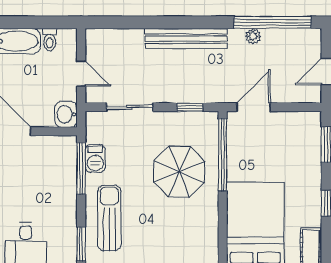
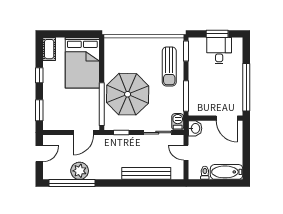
plant: (253, 36) -> (80, 171), width x1.88, depth x1.88
bench: (186, 39) -> (146, 173), moved
barbecue: (95, 158) -> (178, 122), moved
parasol: (179, 172) -> (128, 94), width x1.36, depth x1.36

